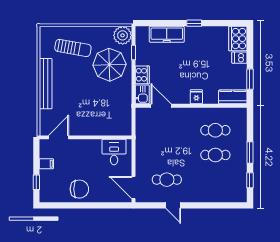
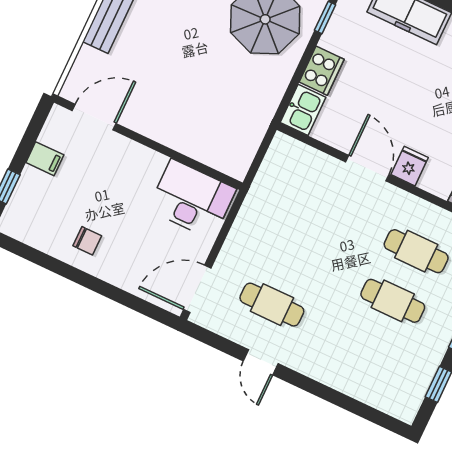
door: (161, 106) -> (367, 168), moved
desk: (114, 152) -> (192, 199), width x1.37
door: (133, 188) -> (197, 289), hinge flipped
chair: (79, 189) -> (87, 241), width x0.54, depth x0.54

